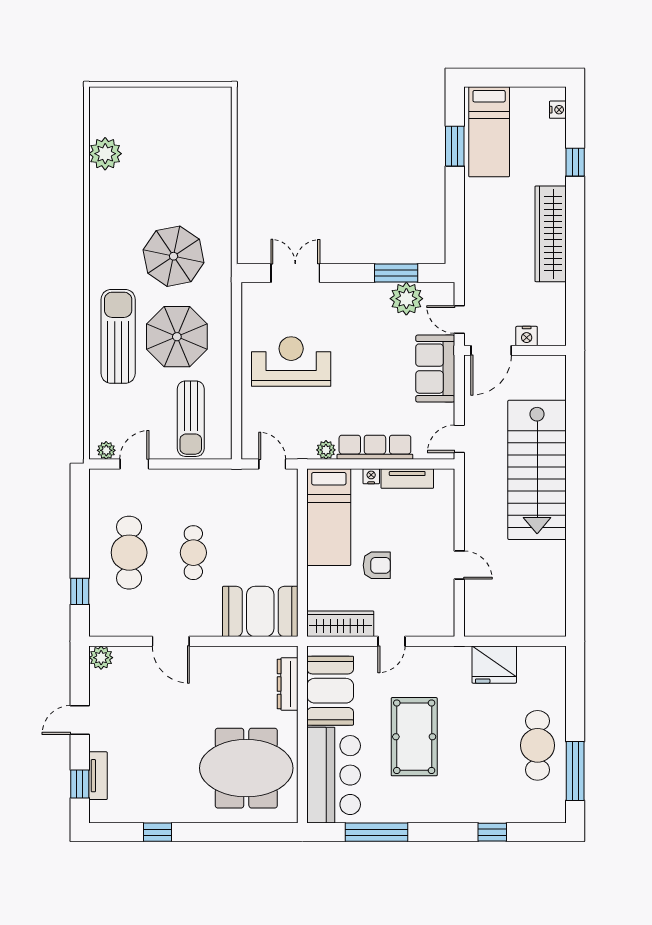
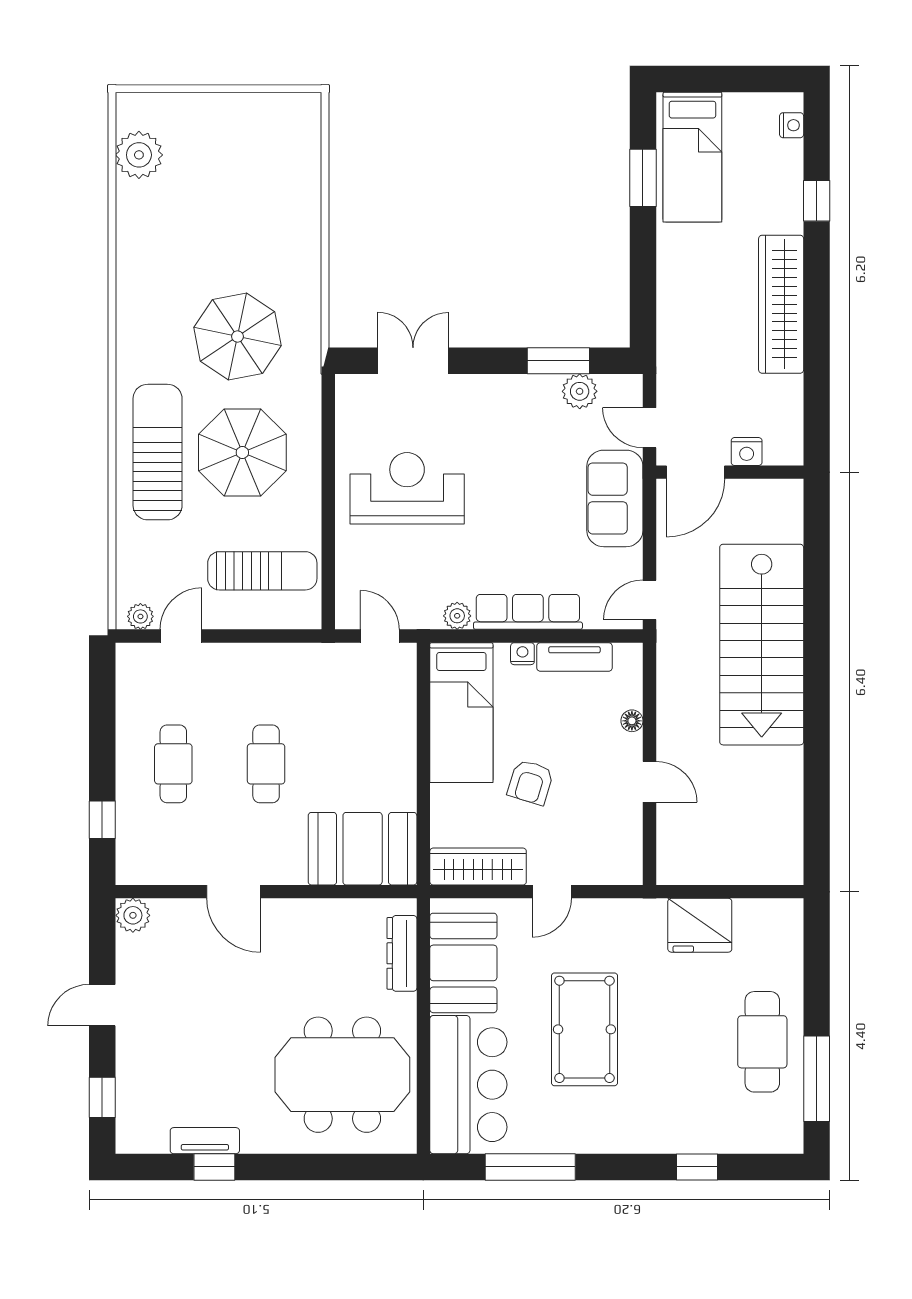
plant: (105, 154) -> (139, 155), moved
plant: (406, 299) -> (580, 391), width x0.73, depth x0.73
sun lounger: (191, 419) -> (262, 571), turned -90
floor lamp: (447, 523) -> (632, 721), added
cafe table: (129, 553) -> (173, 764), width x0.73, depth x0.74
armchair: (377, 565) -> (530, 782), turned 107
tv unit: (98, 776) -> (205, 1141), moved, turned -90

